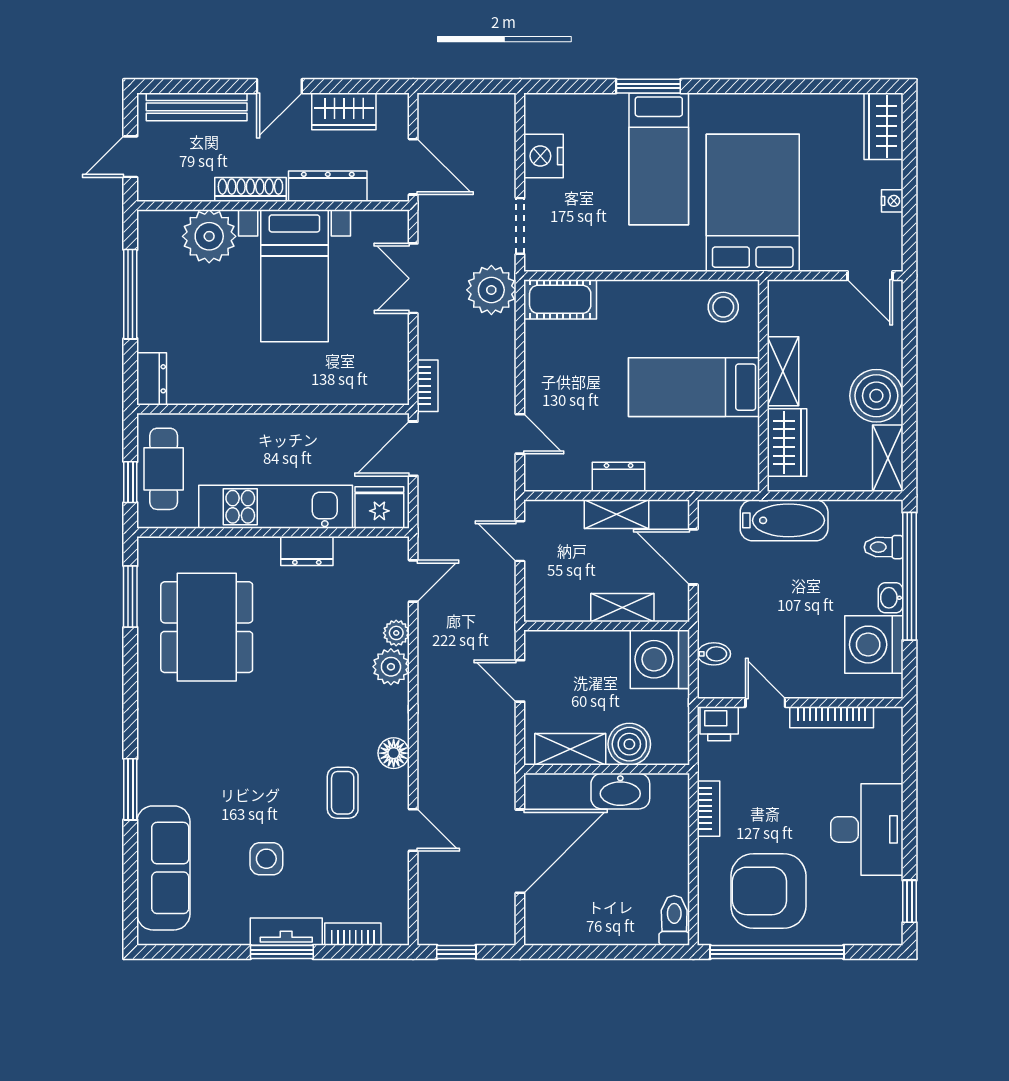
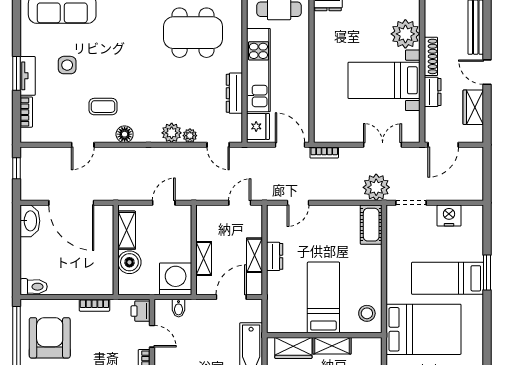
dresser: (328, 186) -> (433, 92), width x0.70
dresser: (307, 551) -> (234, 93), width x1.44
door: (765, 703) -> (152, 336), hinge flipped
washbasin: (620, 791) -> (30, 221), moved, turned 180

